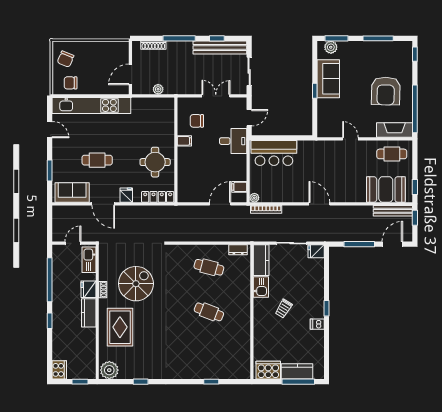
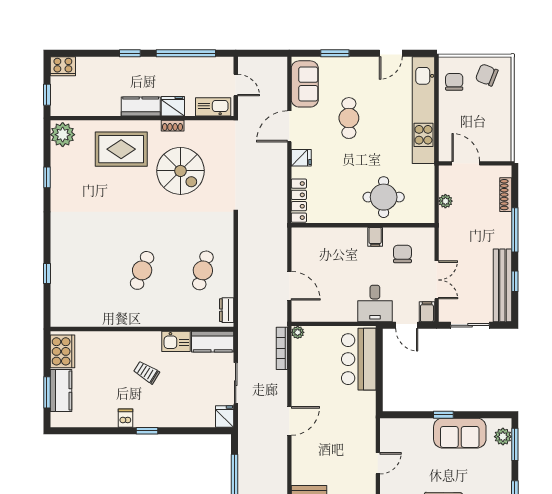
round table: (155, 162) -> (384, 197), moved
filing cabinet: (239, 187) -> (427, 312), moved
window: (298, 382) -> (47, 392), width x0.69

